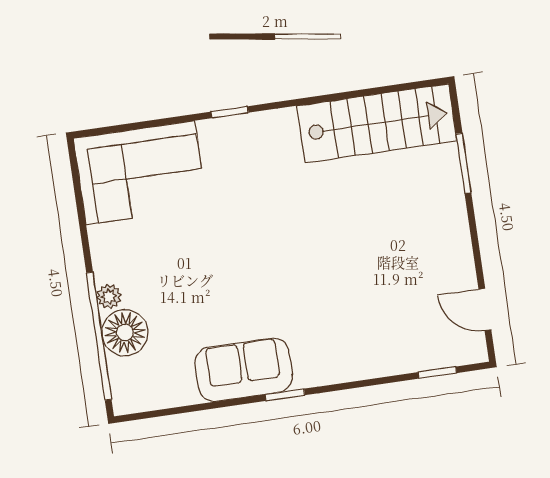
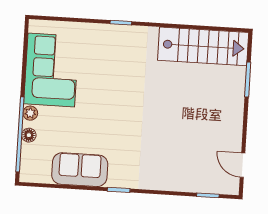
corner sofa: (140, 173) -> (51, 70), moved, turned -90
floor lamp: (125, 333) -> (29, 135), width x0.53, depth x0.53
sofa: (244, 370) -> (80, 170), moved

